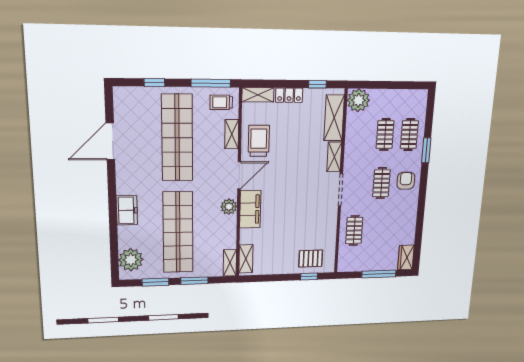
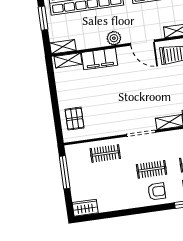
filing cabinet: (250, 209) -> (100, 59), moved
window: (379, 274) -> (65, 172), moved
window: (309, 276) -> (57, 120), removed

